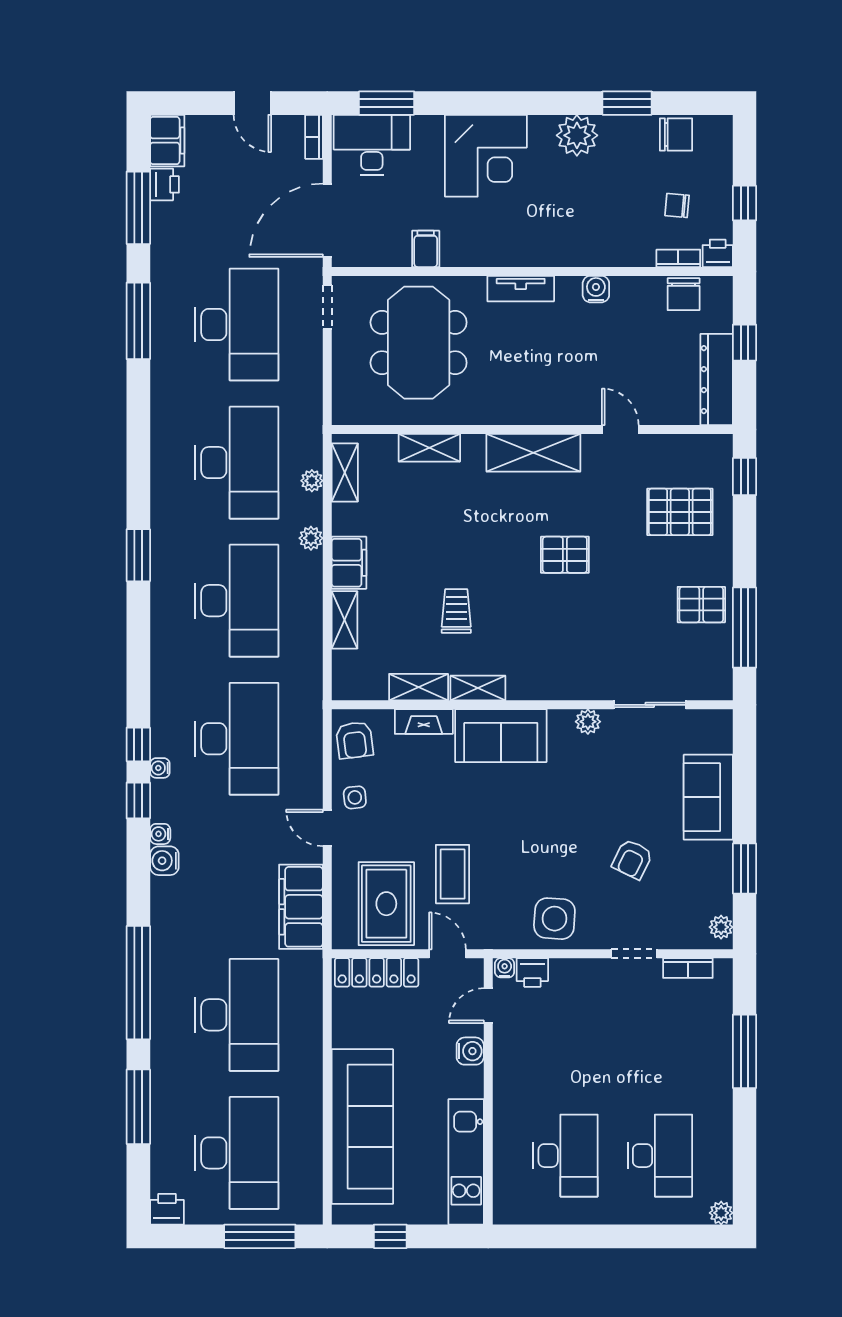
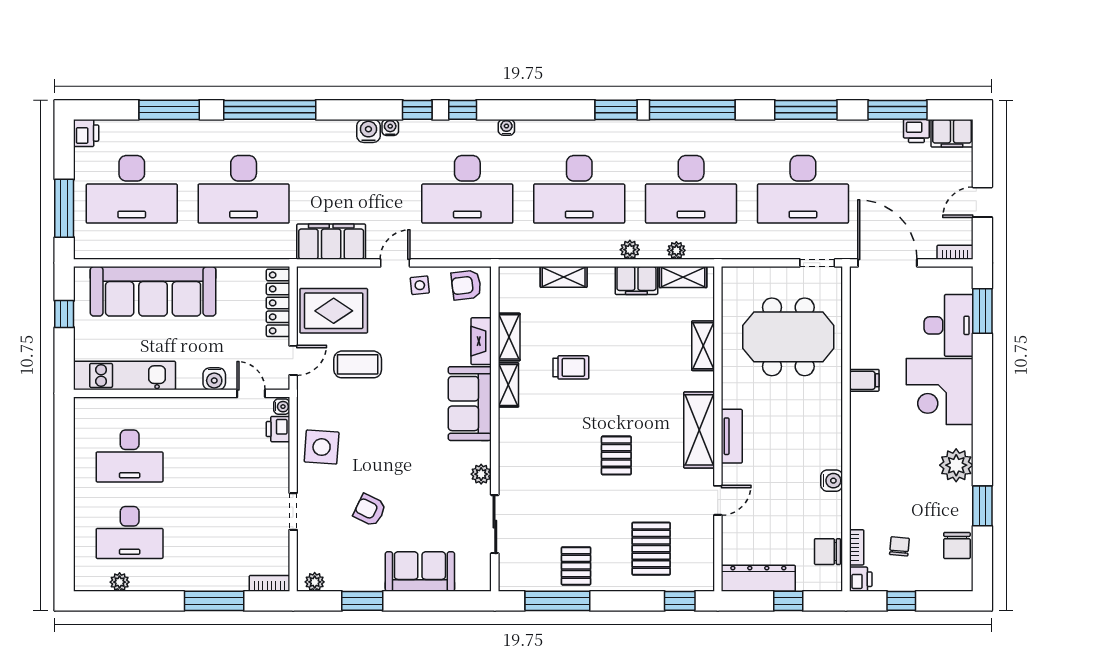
desk: (372, 145) -> (949, 325), moved
filing cabinet: (426, 249) -> (864, 380), moved
tv unit: (521, 289) -> (732, 436), moved, turned 180
window: (138, 461) -> (692, 110), added
filing cabinet: (349, 563) -> (636, 280), moved
water cooler: (160, 768) -> (506, 127), moved
bookcase: (688, 968) -> (269, 583), moved, turned 90
plant: (721, 1213) -> (120, 582), moved

